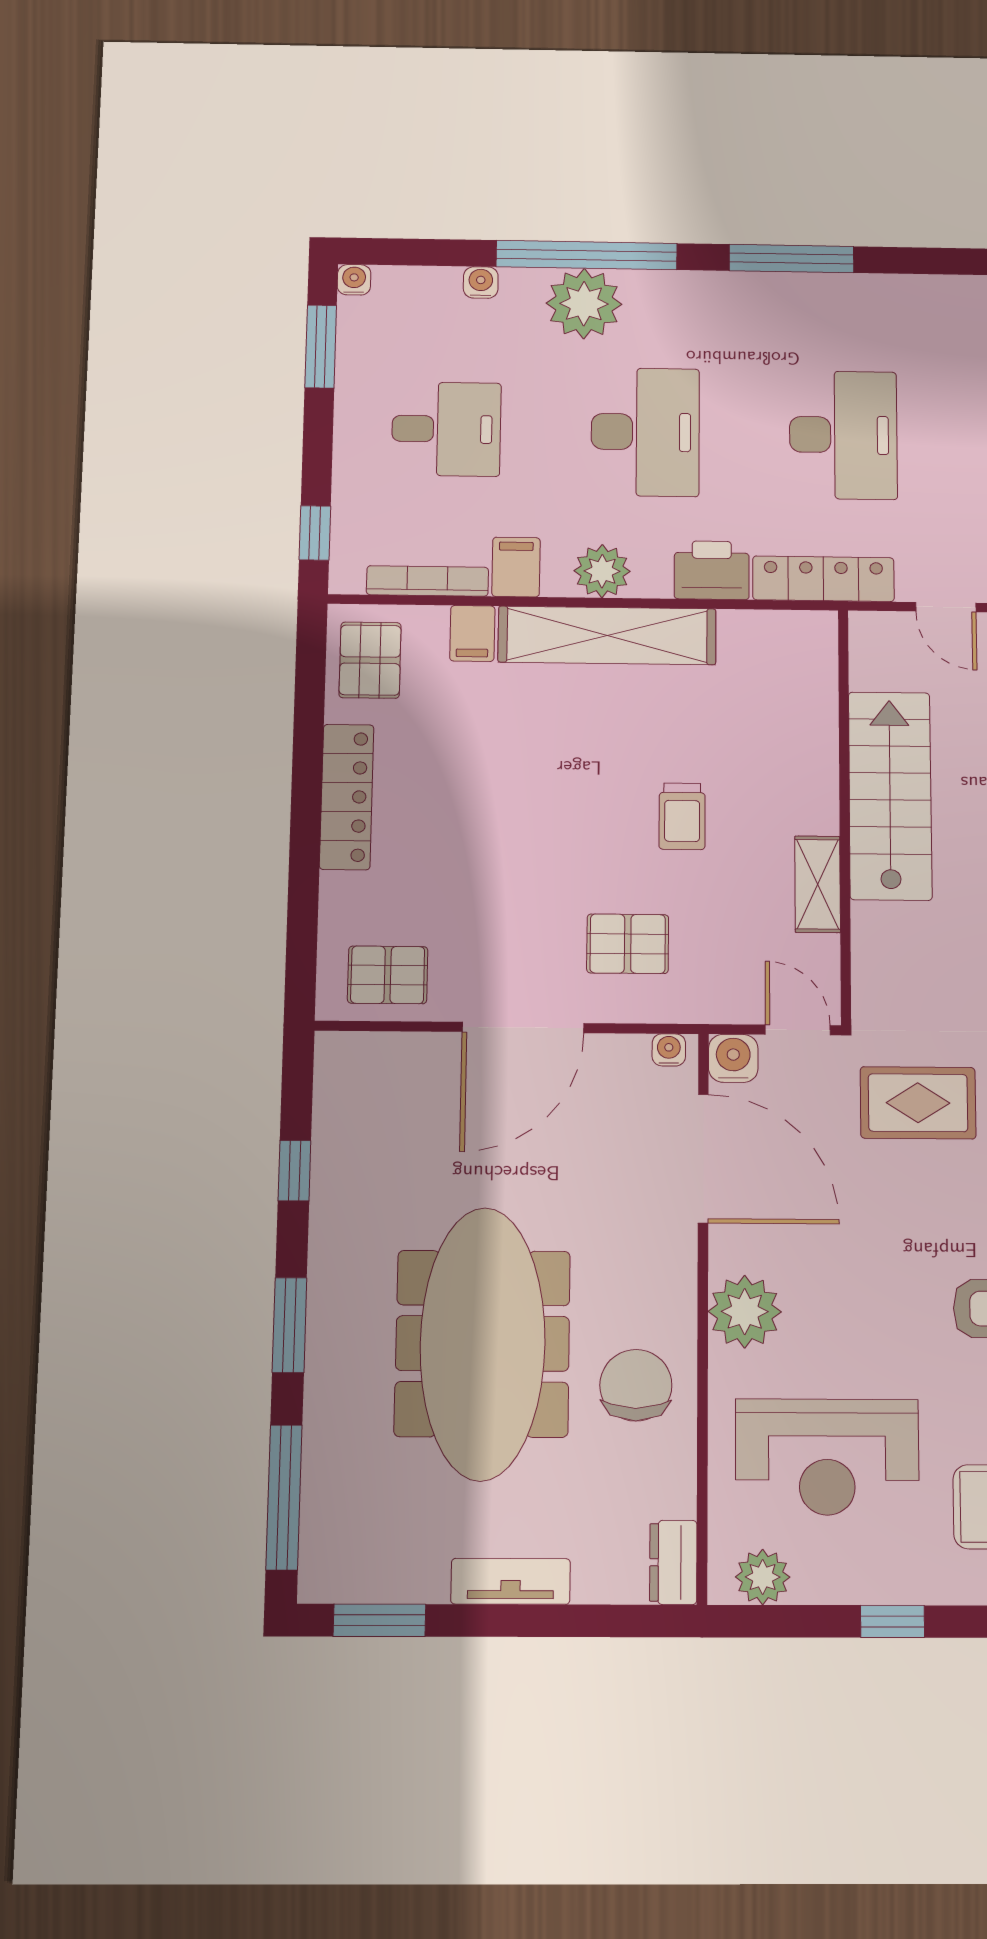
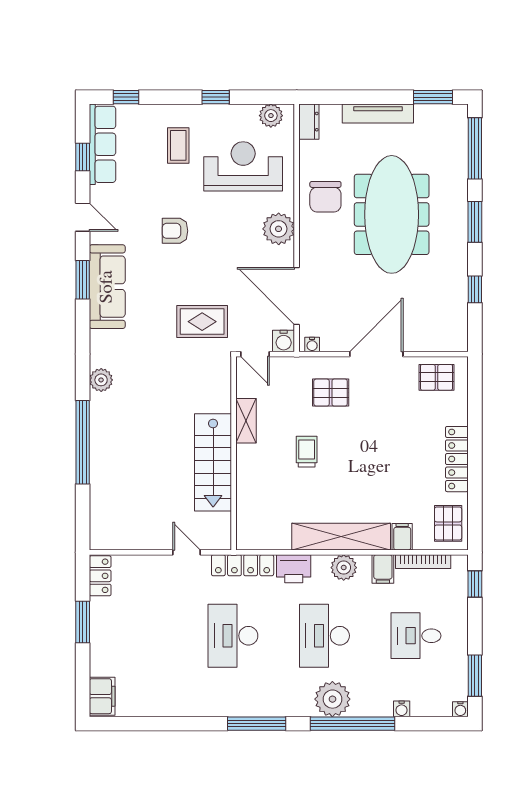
plant: (584, 304) -> (332, 699), moved
tv unit: (511, 1581) -> (378, 113), width x1.41

